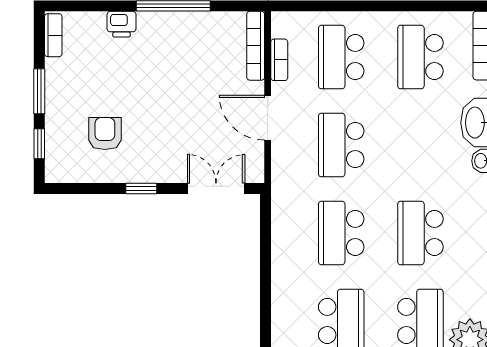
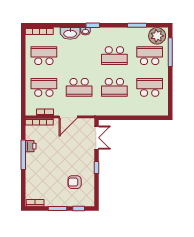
printer: (122, 24) -> (31, 146), moved
school desk: (341, 57) -> (44, 87), turned 180
school desk: (420, 57) -> (44, 56), turned 180
double door: (216, 188) -> (97, 138), swing flipped

